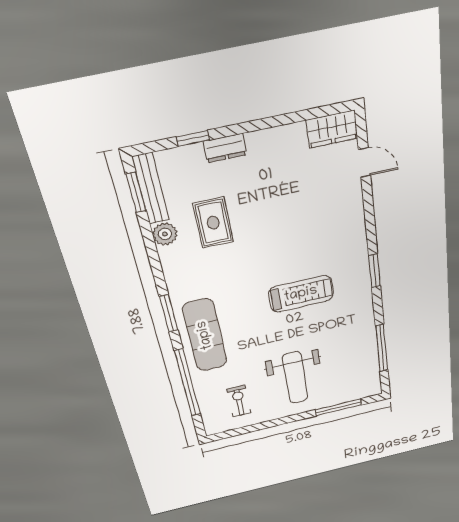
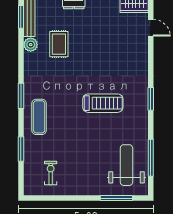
exercise mat: (205, 335) -> (39, 117), width x0.73, depth x0.69
weight bench: (295, 378) -> (126, 165), moved, turned 180
window: (188, 383) -> (21, 149), width x0.47

